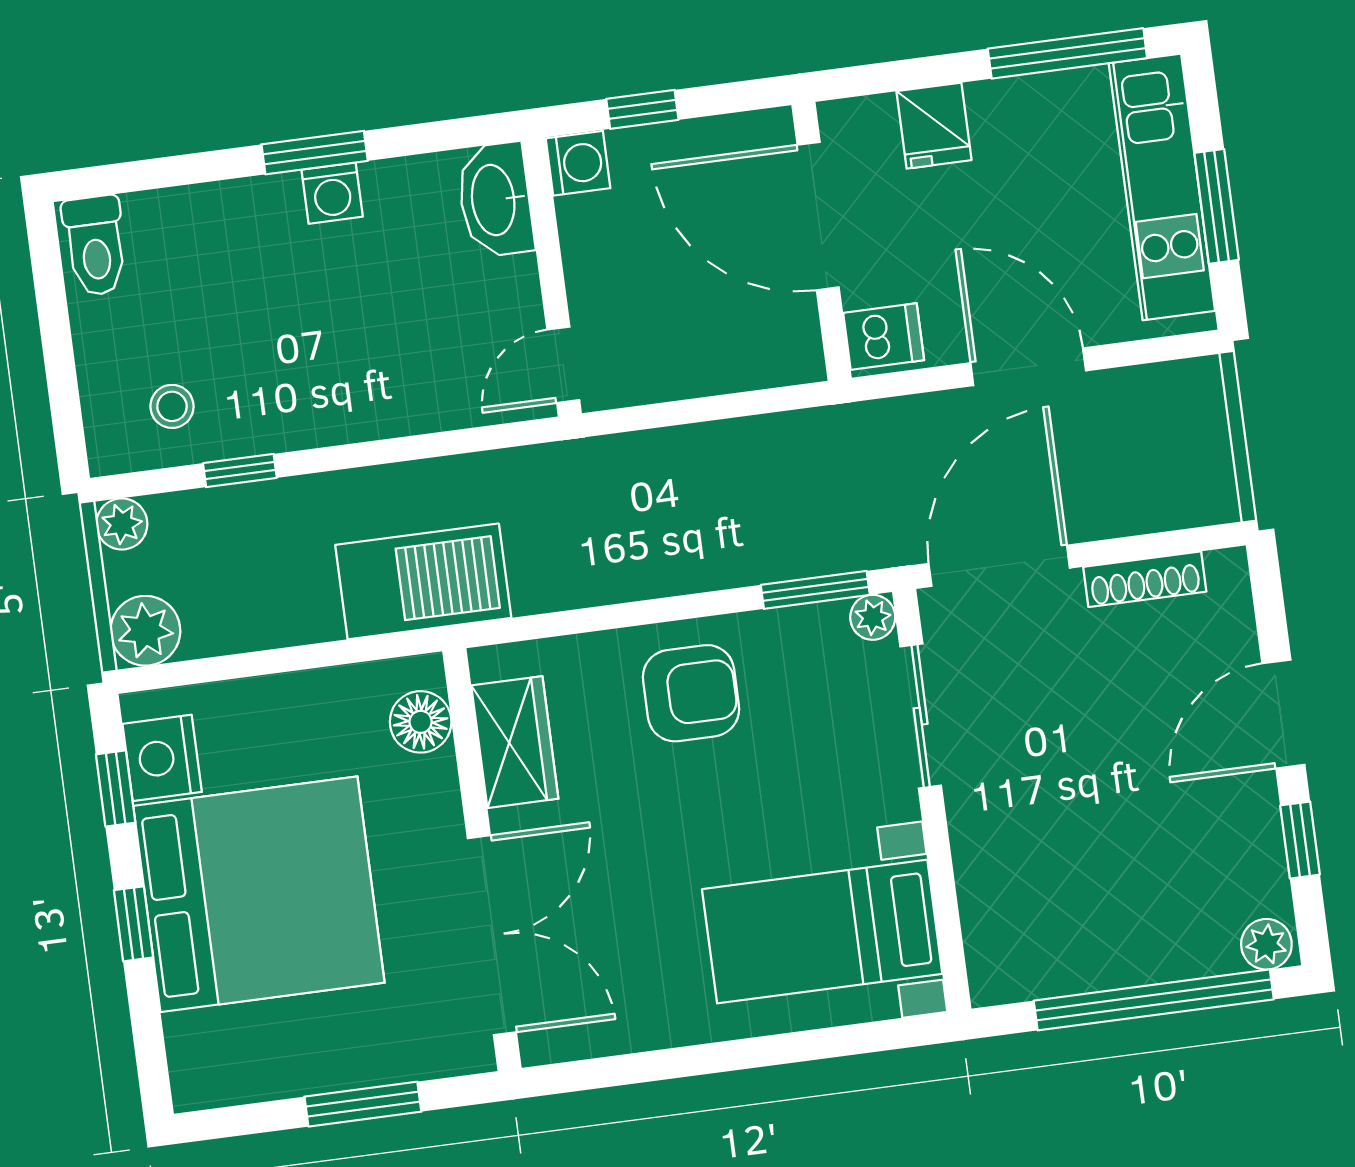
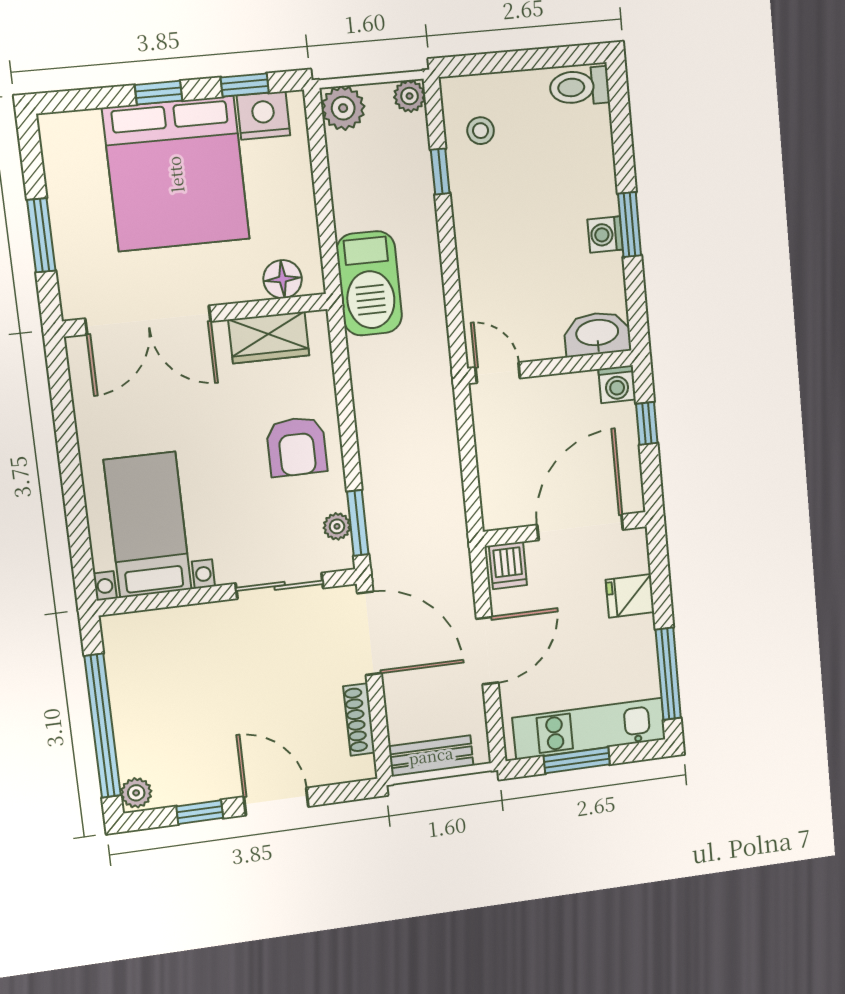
bench: (1207, 456) -> (431, 756), added
plant: (873, 617) -> (337, 526), moved

